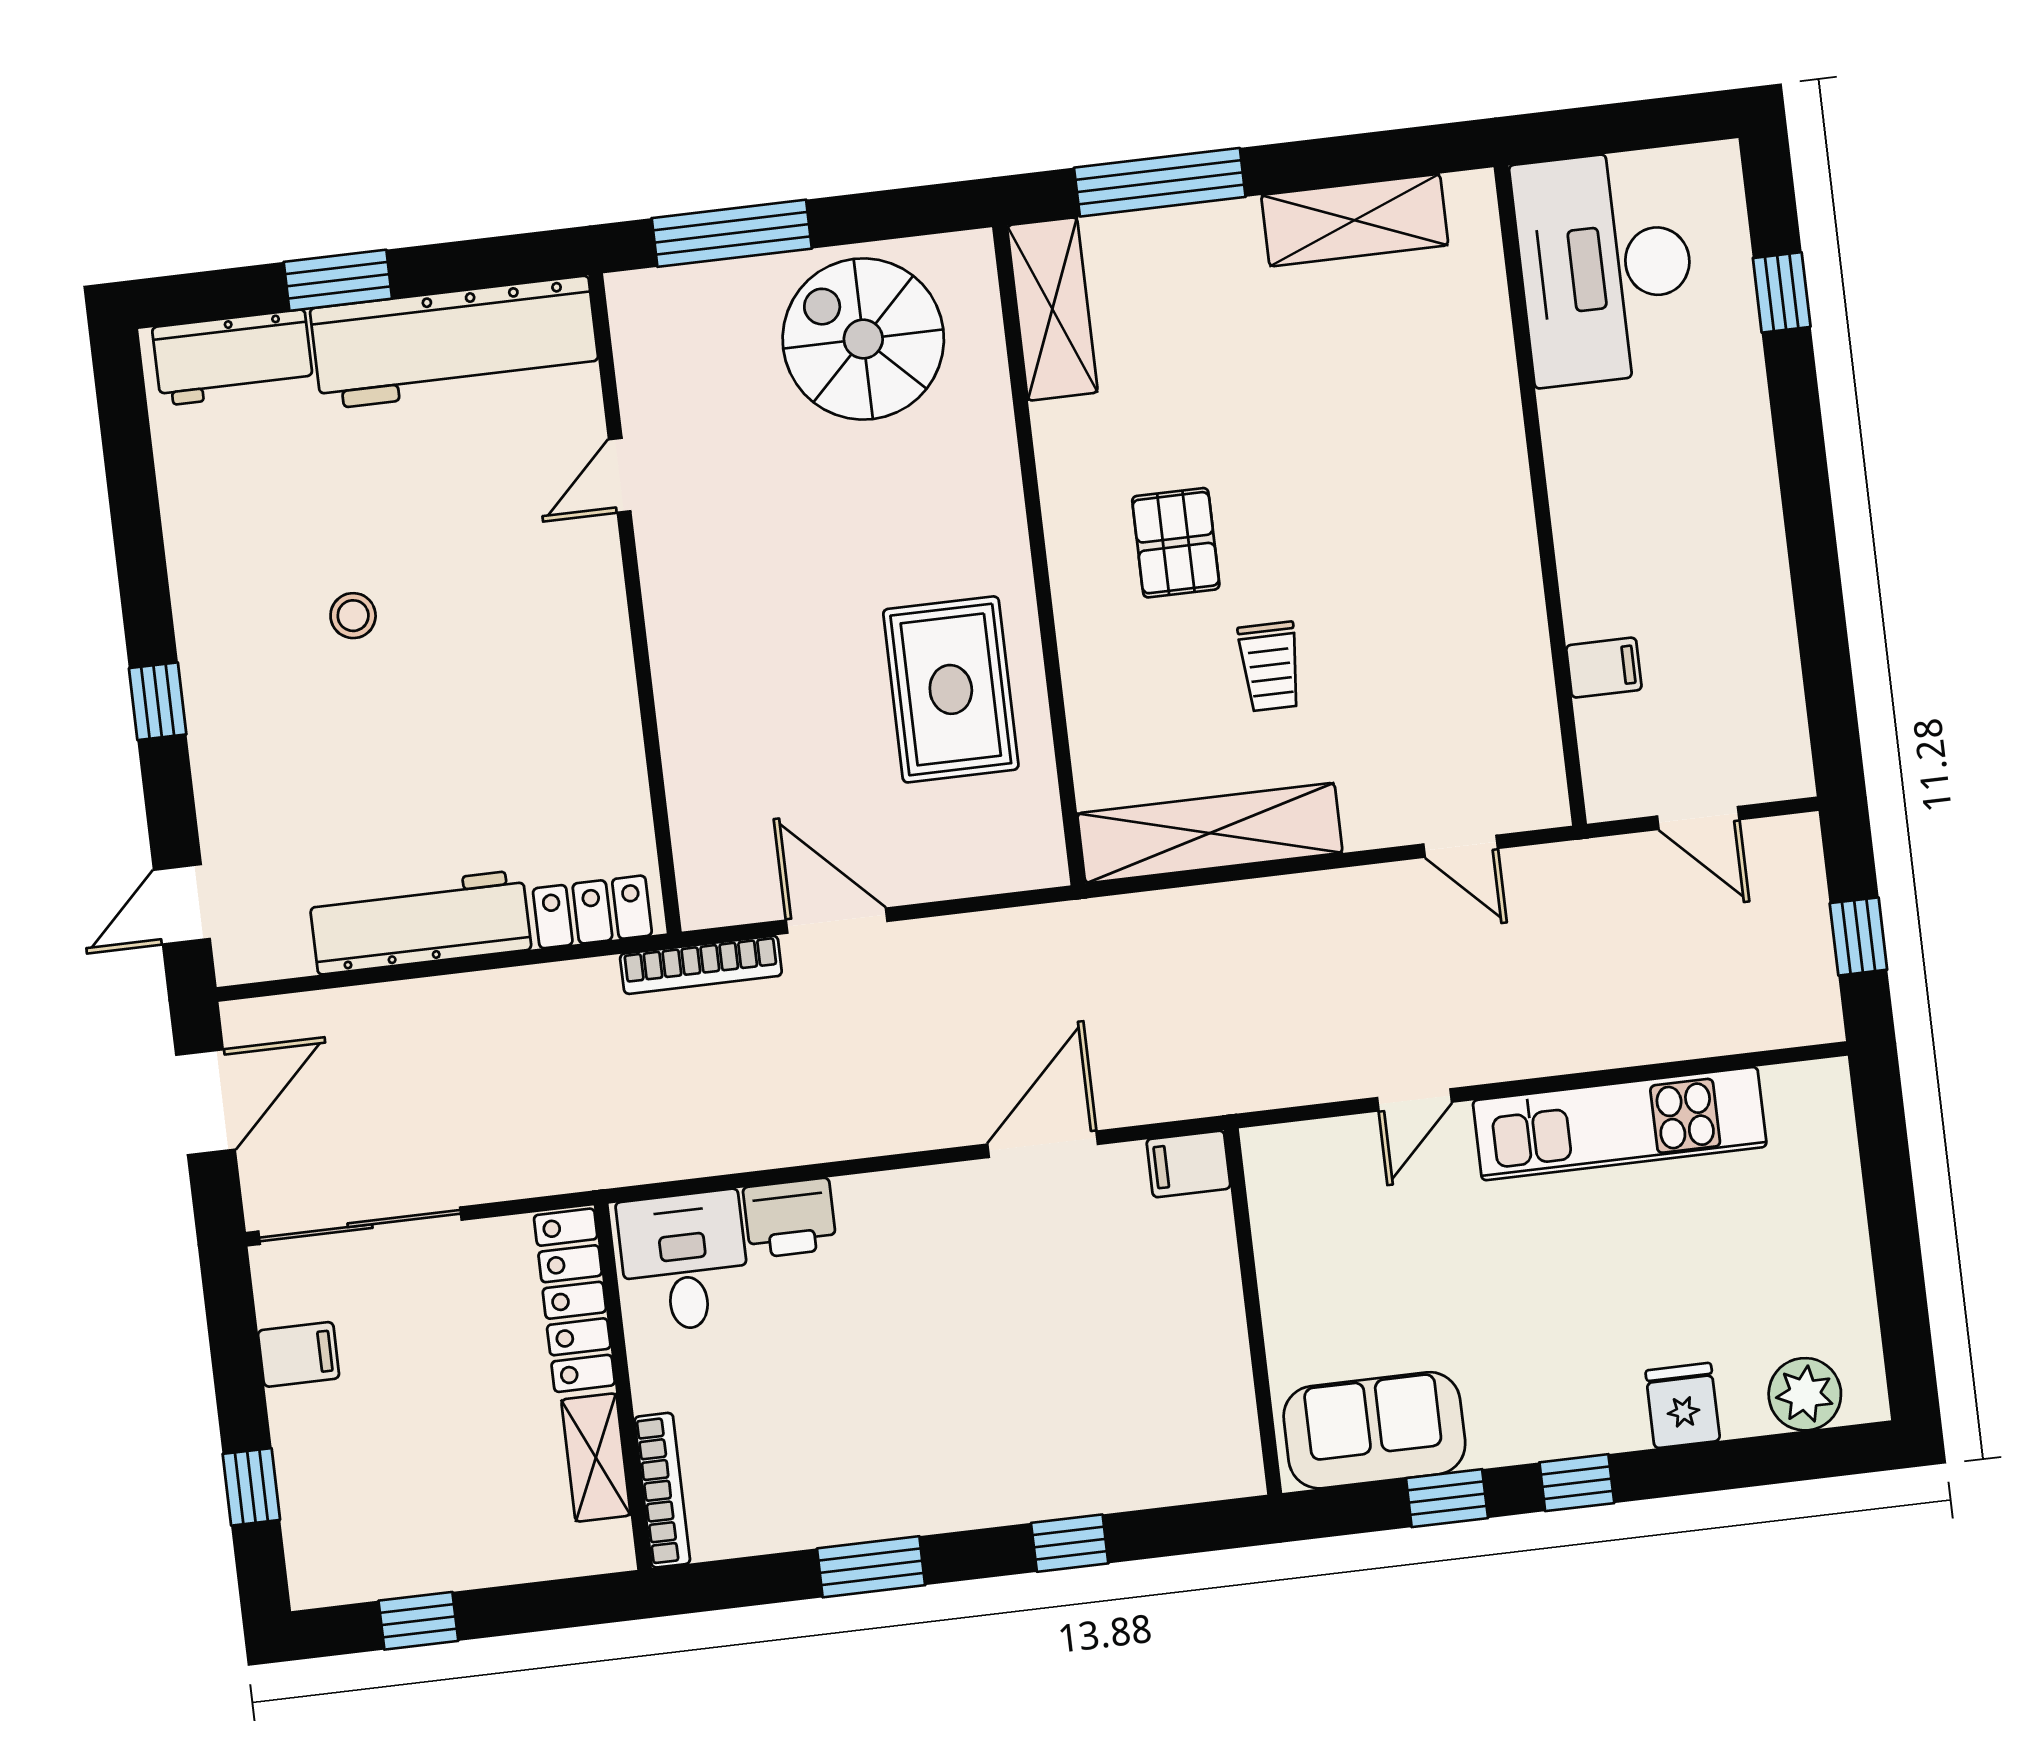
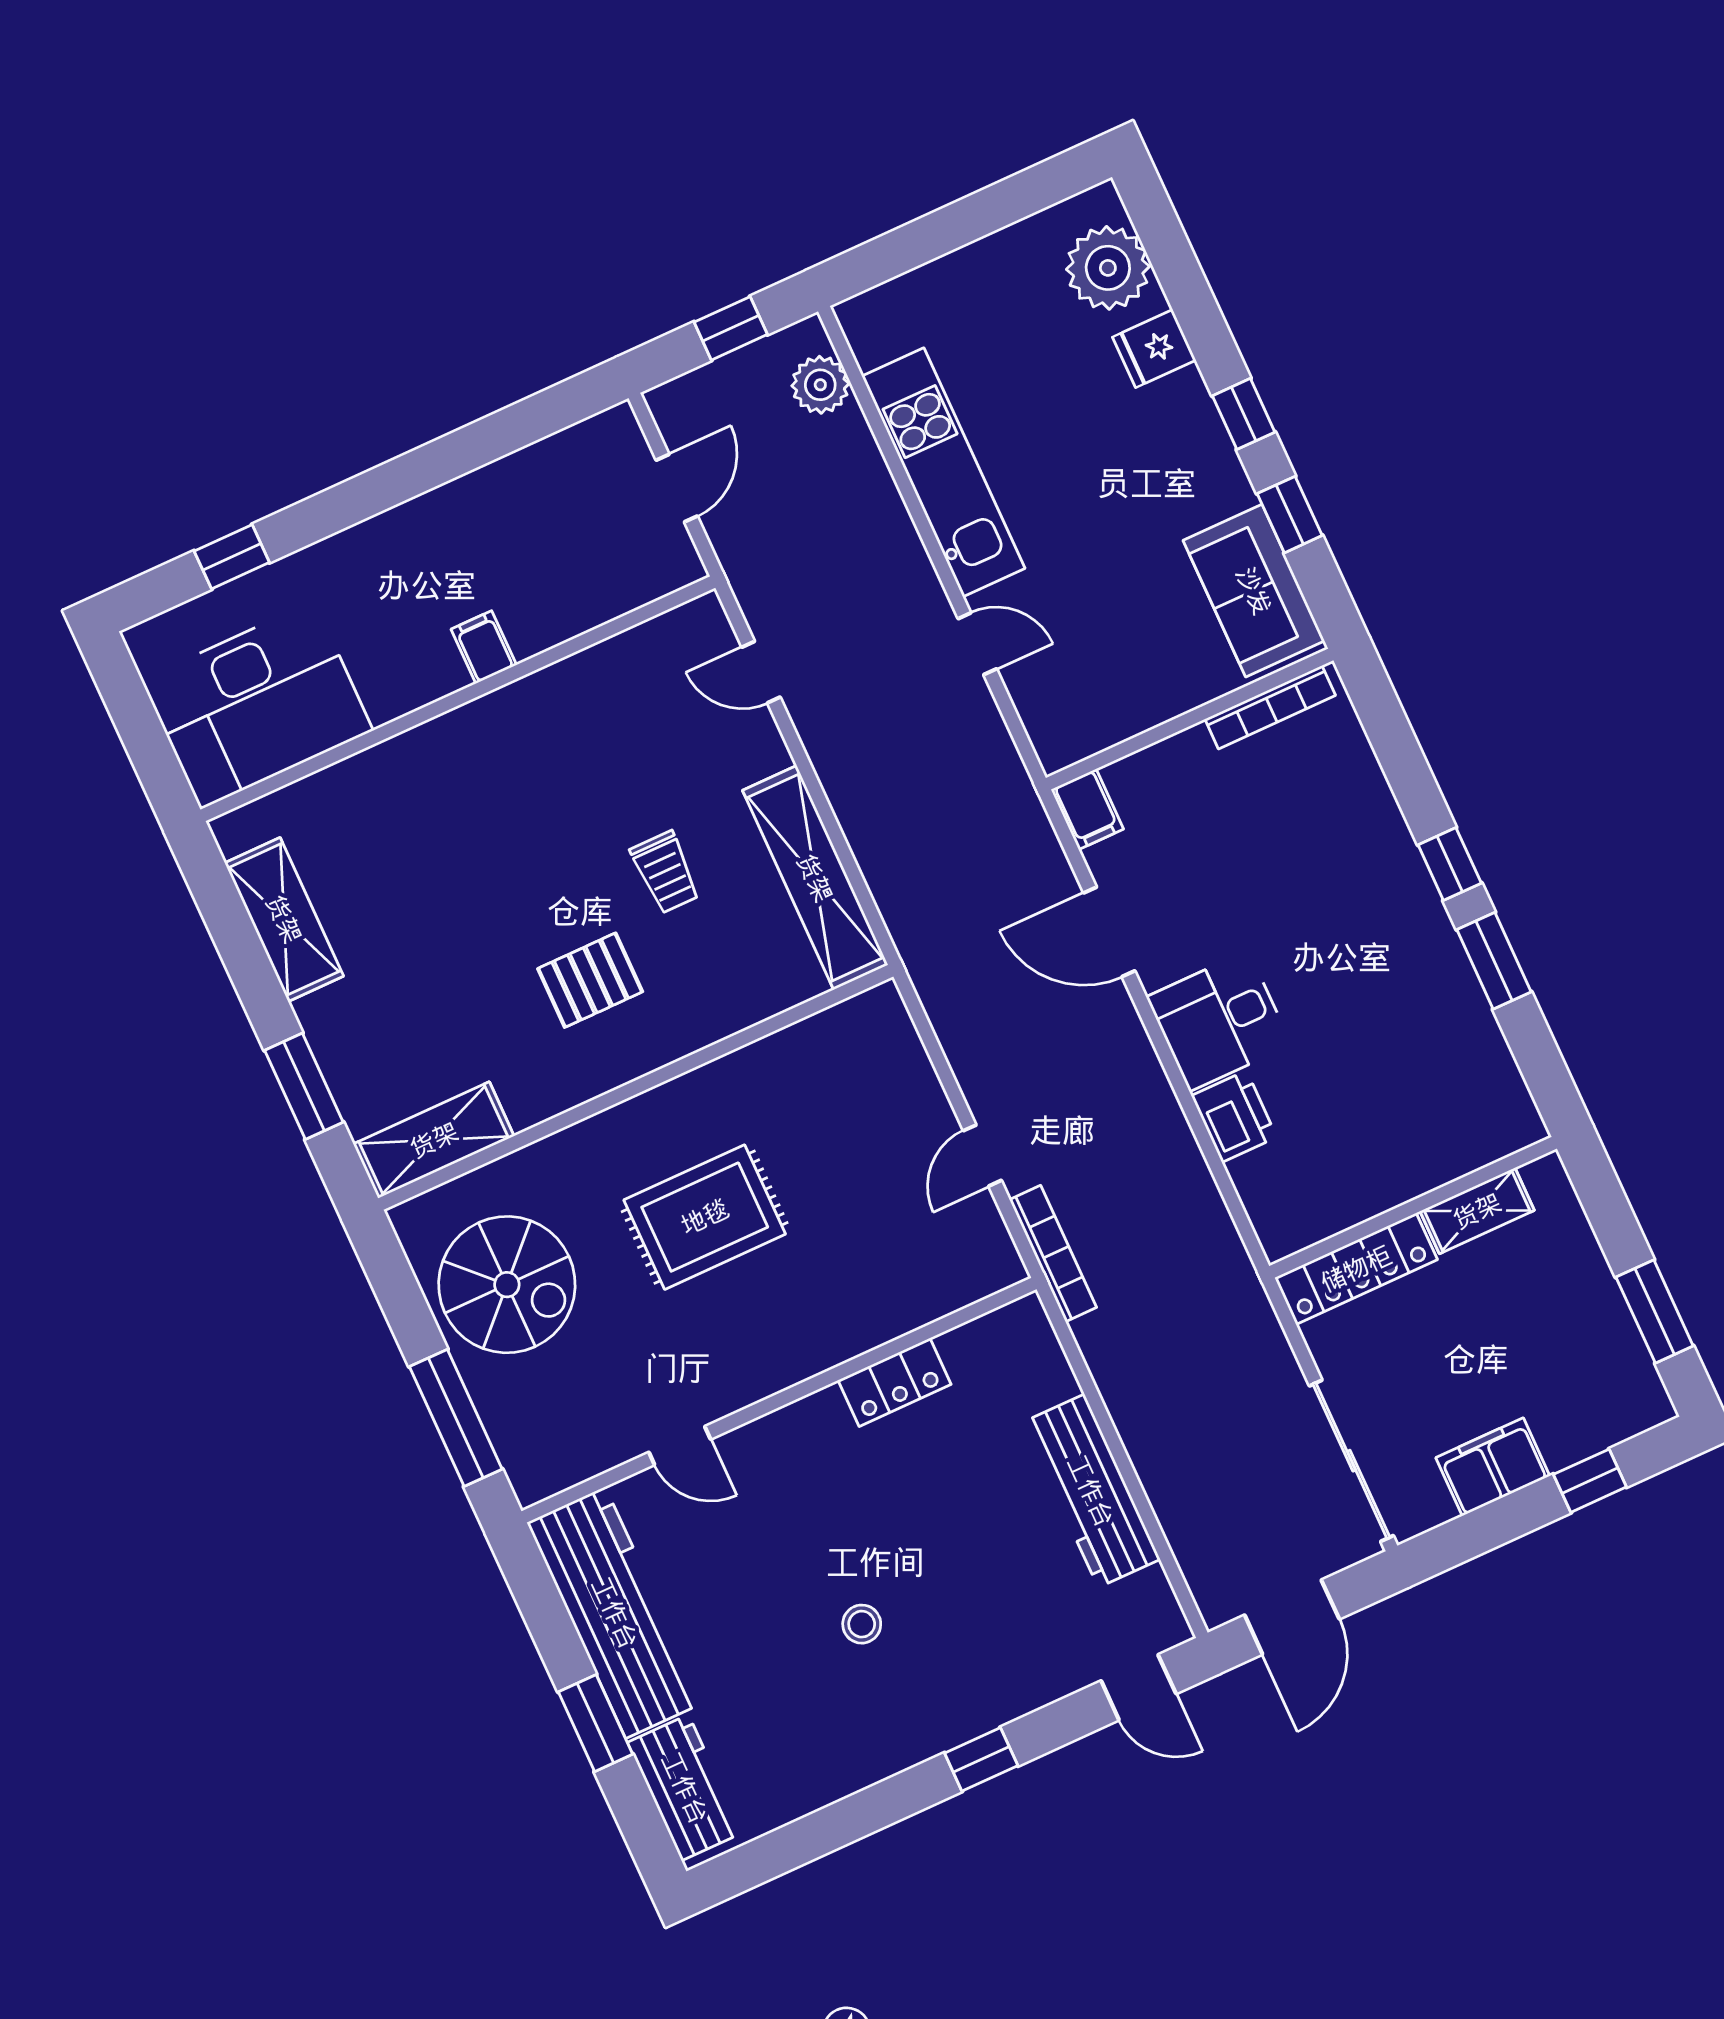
window: (1160, 182) -> (304, 1086), width x0.69
spiral stairs: (863, 339) -> (507, 1285), turned -90
trolley: (1270, 666) -> (665, 872), turned 90
filing cabinet: (1604, 668) -> (484, 647), moved
rug: (951, 689) -> (705, 1217), moved
door: (1461, 846) -> (761, 672), swing flipped
locker: (592, 912) -> (895, 1382), moved, turned -90
door: (837, 921) -> (982, 1156), width x0.73
plant: (1763, 1017) -> (820, 385), added
door: (205, 1102) -> (1292, 1617), swing flipped
desk: (684, 1262) -> (1219, 1021), moved
filing cabinet: (299, 1354) -> (1493, 1467), width x2.00
plant: (1805, 1394) -> (1108, 268), width x1.36, depth x1.36
bookcase: (662, 1490) -> (1270, 707), moved, turned 180
window: (1070, 1543) -> (1450, 864), moved
window: (418, 1621) -> (1655, 1311), width x1.50

